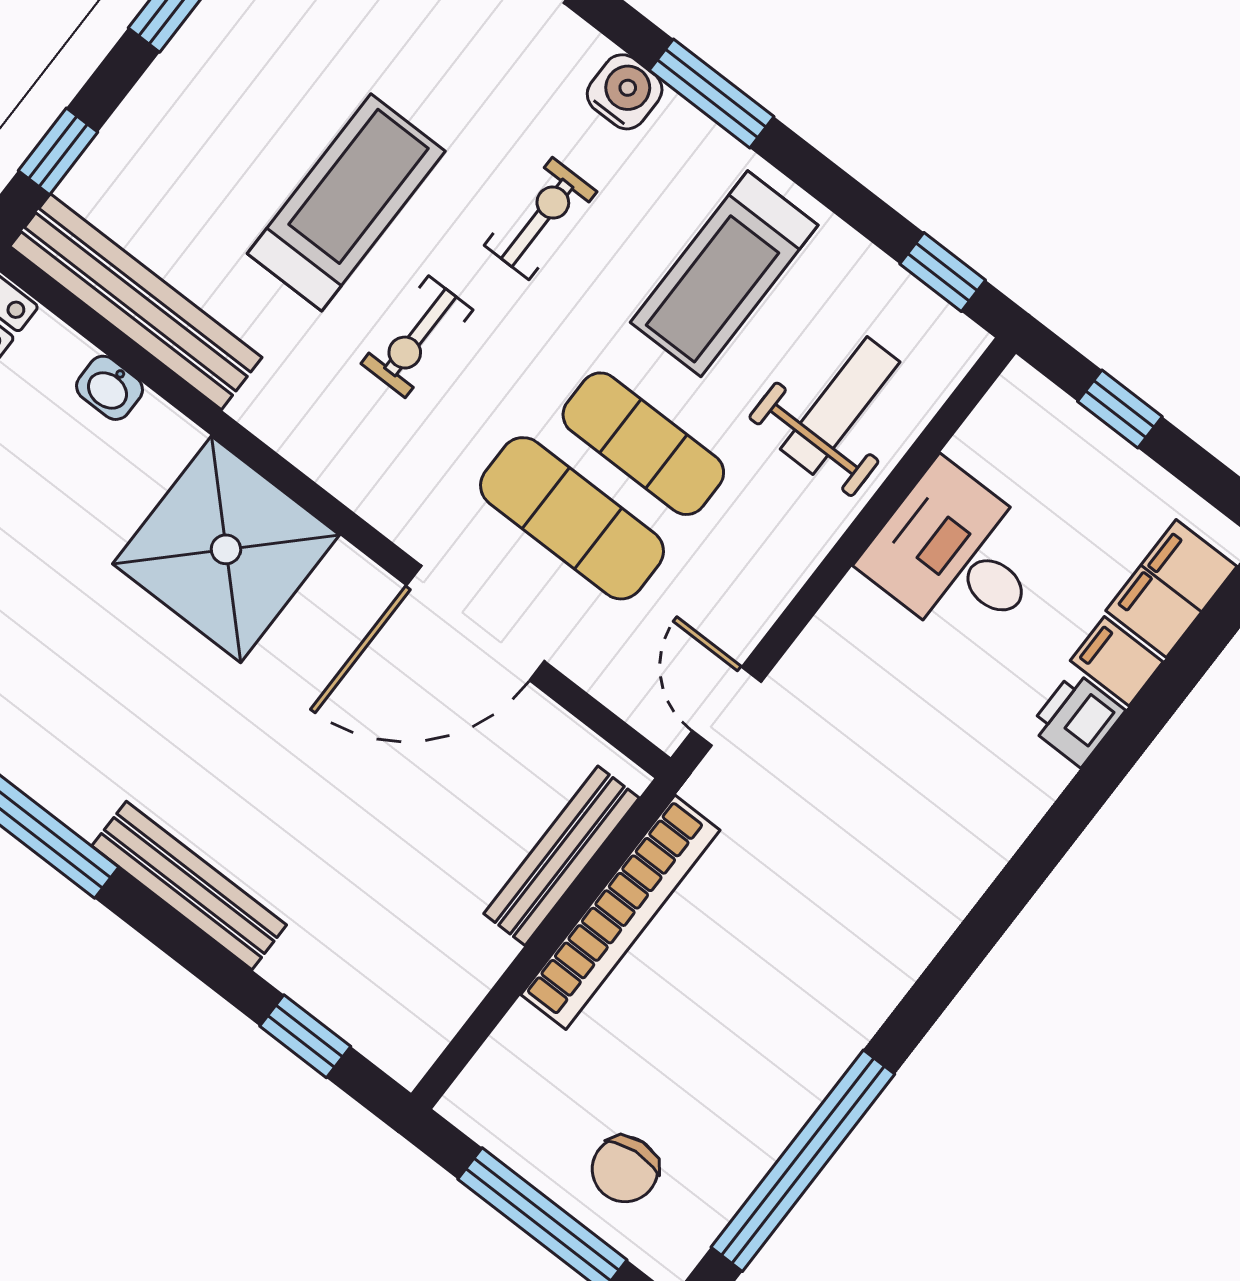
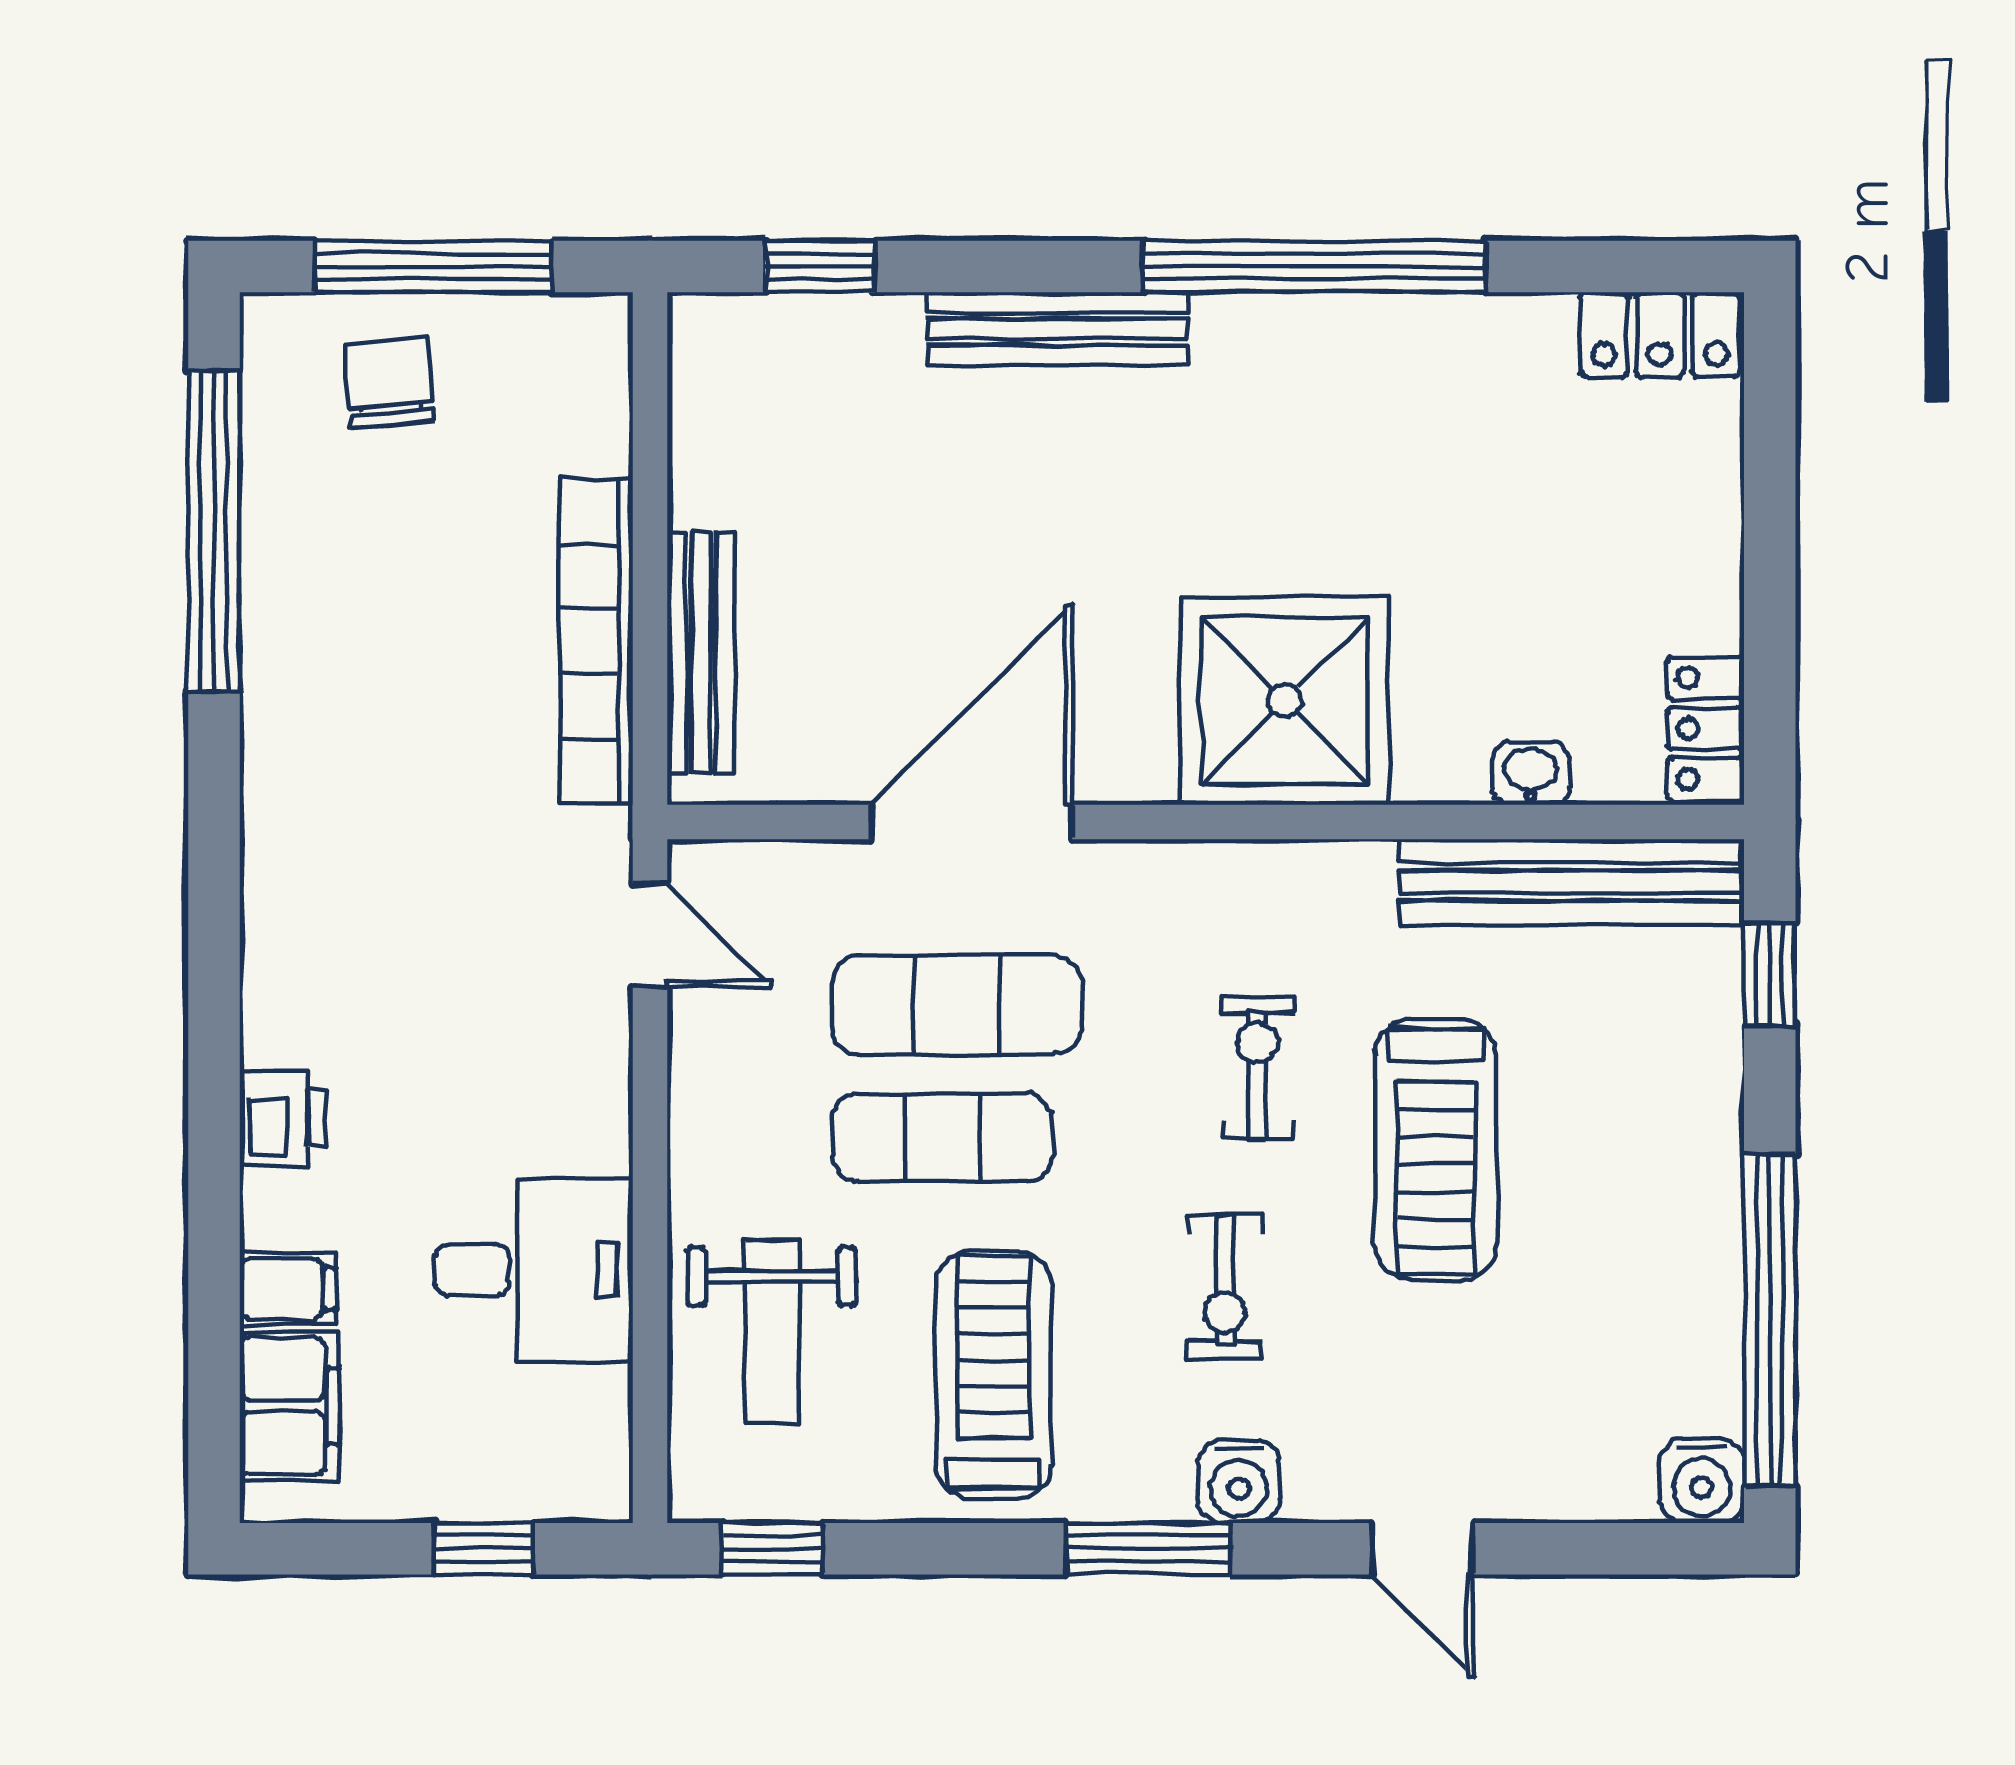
printer: (1077, 719) -> (283, 1118), moved

